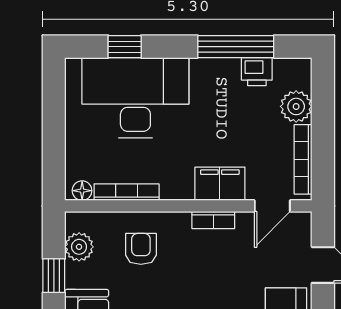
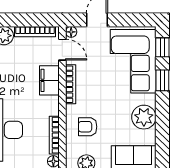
bookcase: (213, 220) -> (71, 84), width x1.56
floor lamp: (303, 221) -> (71, 32), added

